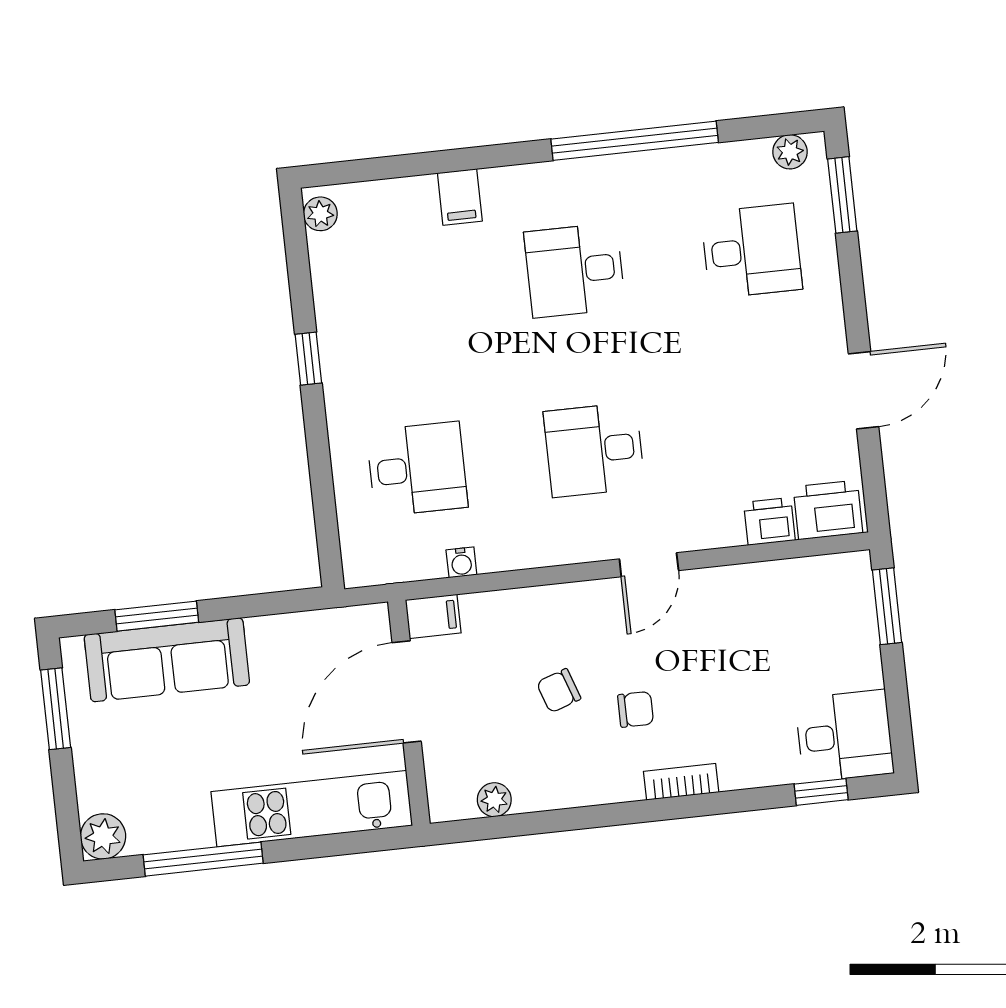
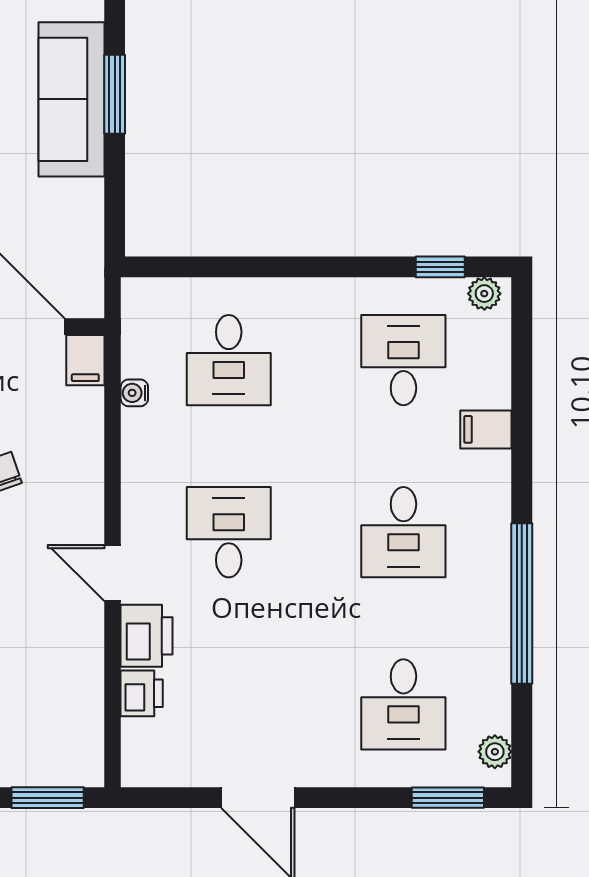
desk: (575, 270) -> (403, 532), turned 180
desk: (398, 289) -> (403, 360), added
window: (308, 359) -> (440, 267), moved
printer: (828, 510) -> (147, 636), moved

